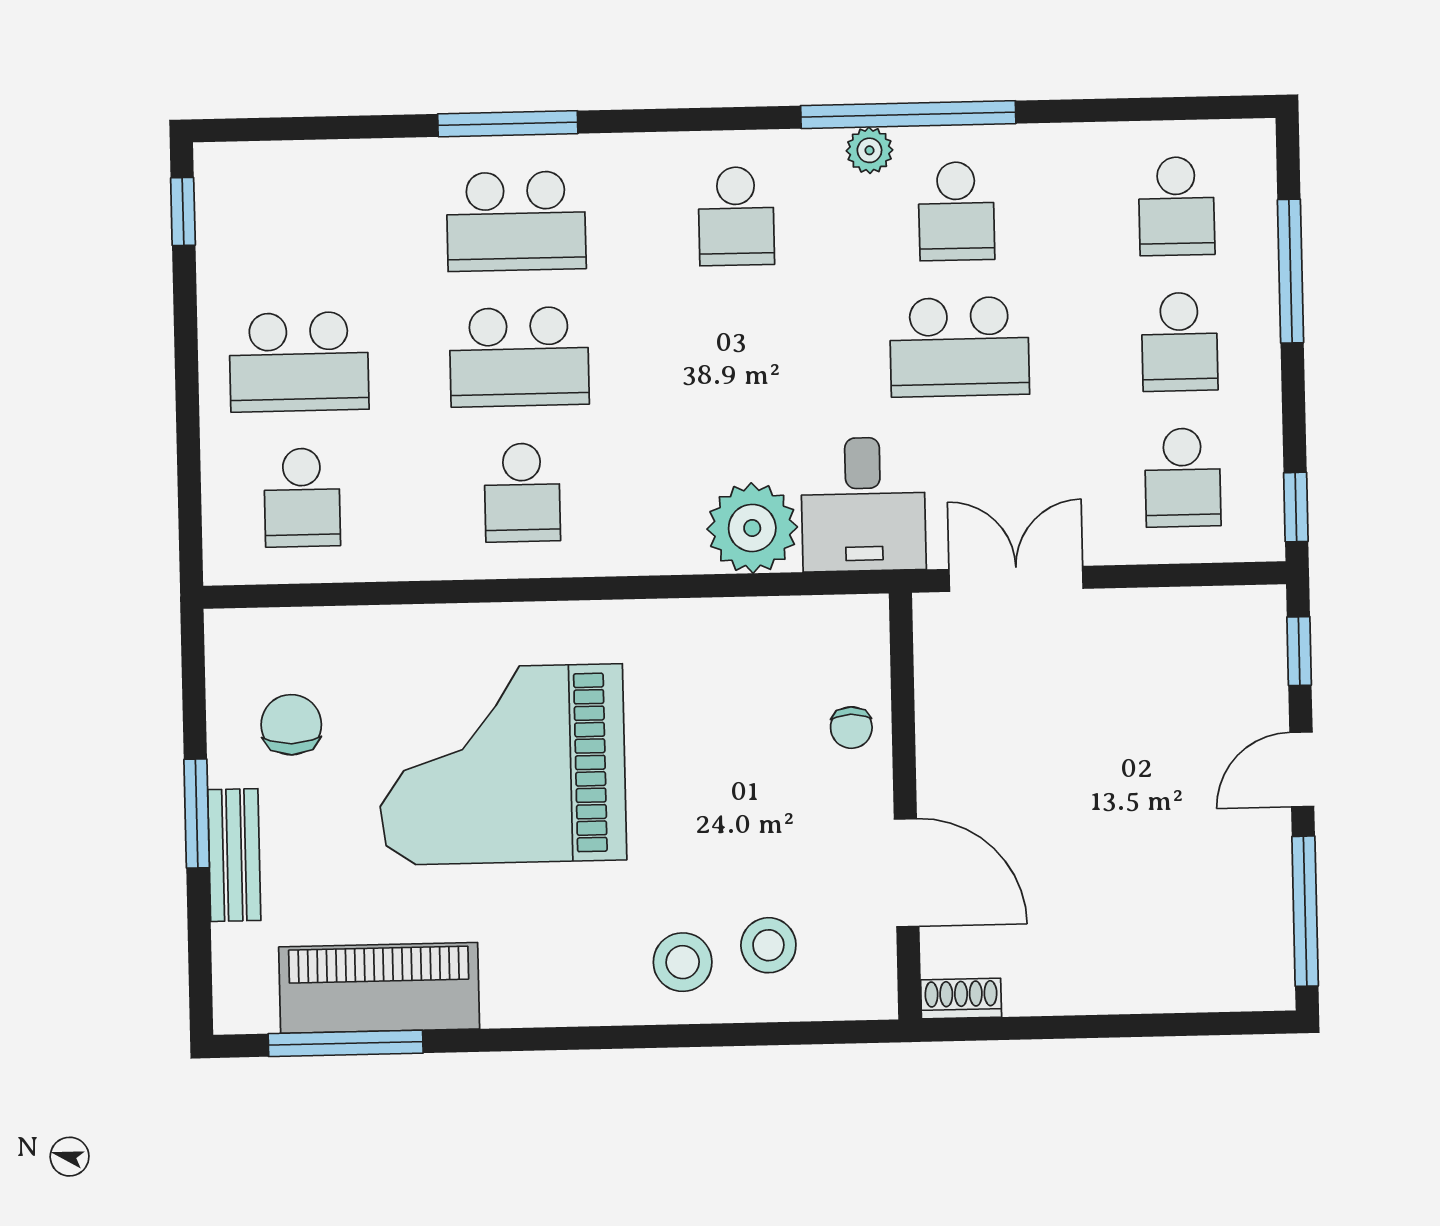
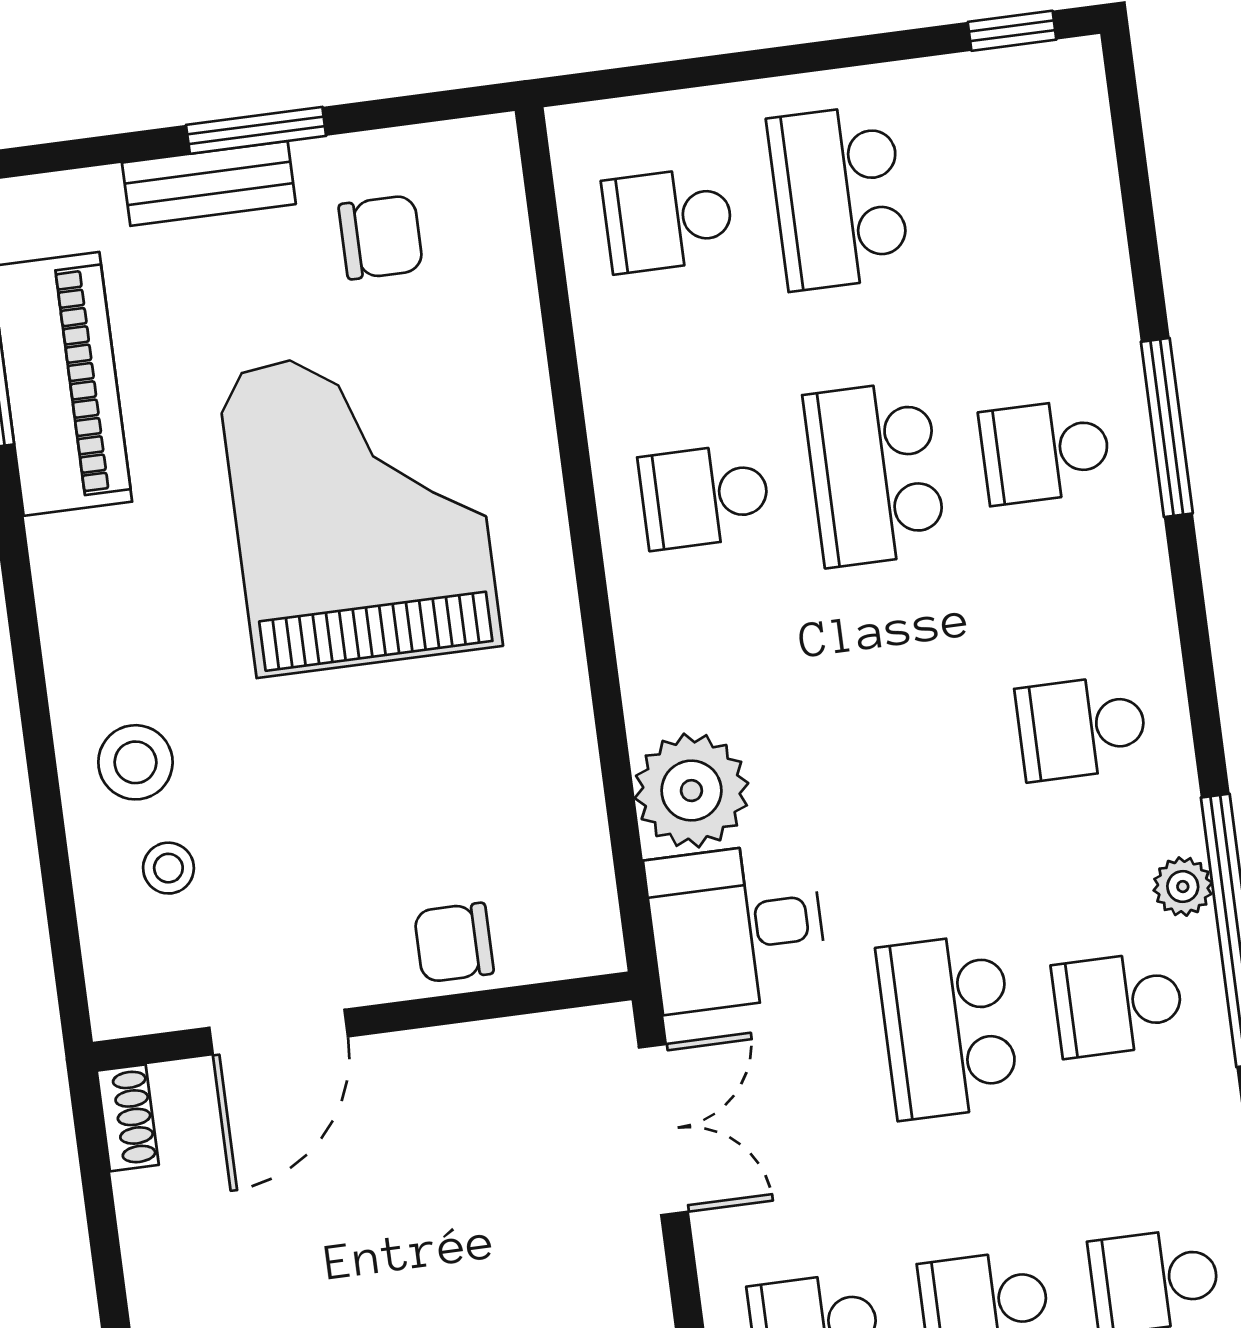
school desk: (516, 221) -> (1045, 451), width x0.54
chair: (851, 728) -> (454, 943), width x1.37, depth x1.37
stool: (768, 945) -> (168, 868), width x0.73, depth x0.73

